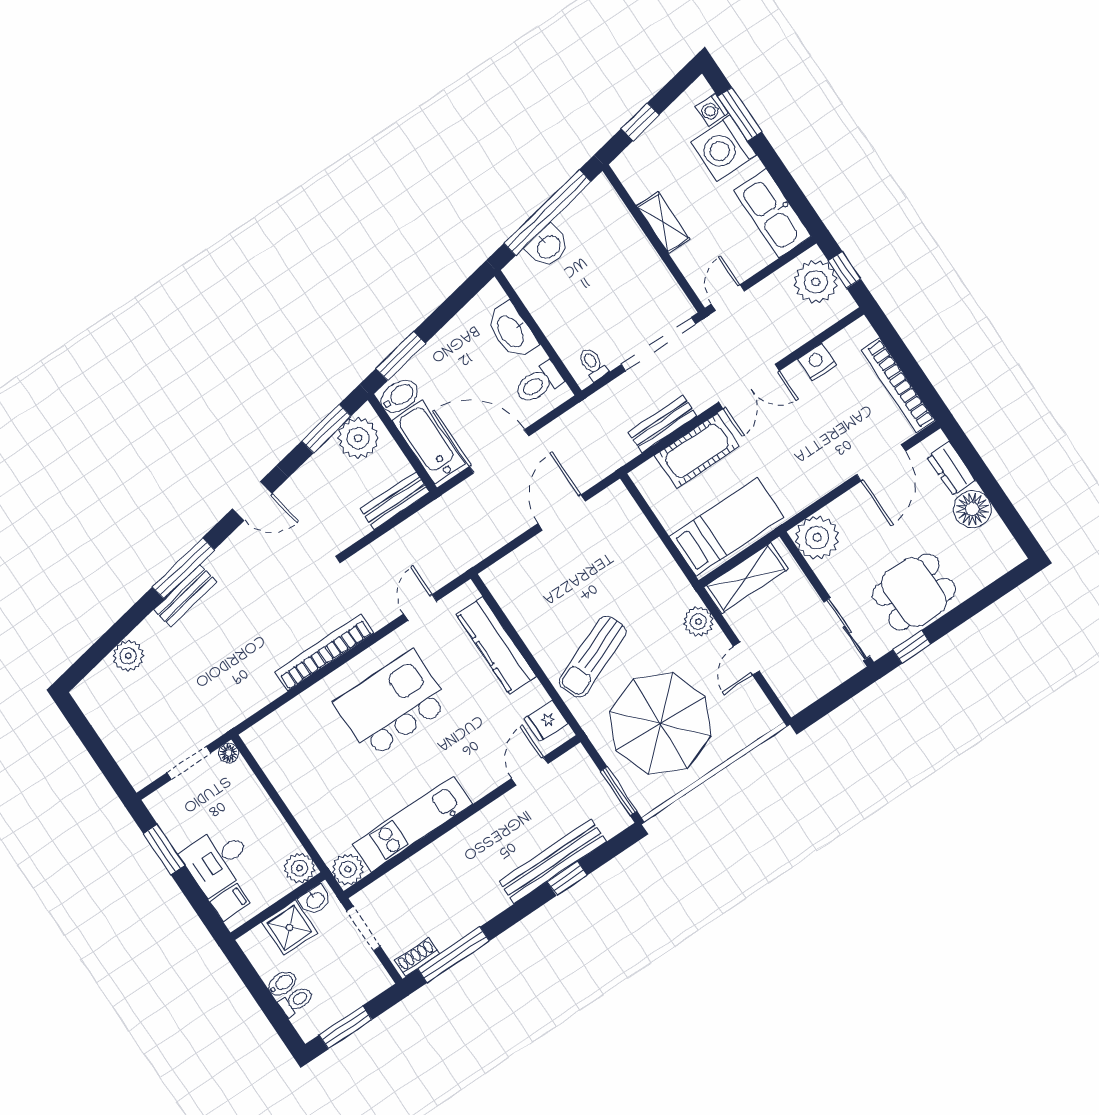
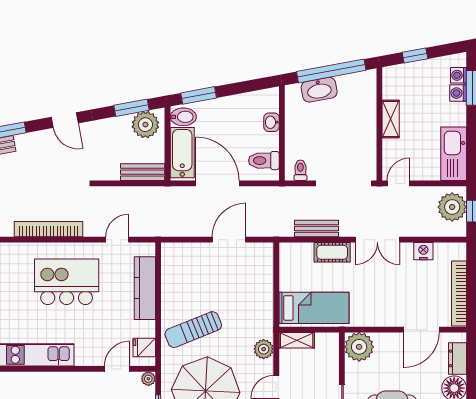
washing machine: (724, 148) -> (458, 93), width x0.53, depth x0.53
washbasin: (548, 246) -> (319, 90), width x1.38
washbasin: (511, 331) -> (272, 122), width x0.52, depth x0.69
cot: (697, 451) -> (332, 252), width x0.73, depth x0.75
shelving: (746, 578) -> (297, 340), width x0.67, depth x0.75
plant: (578, 757) -> (148, 379), added

